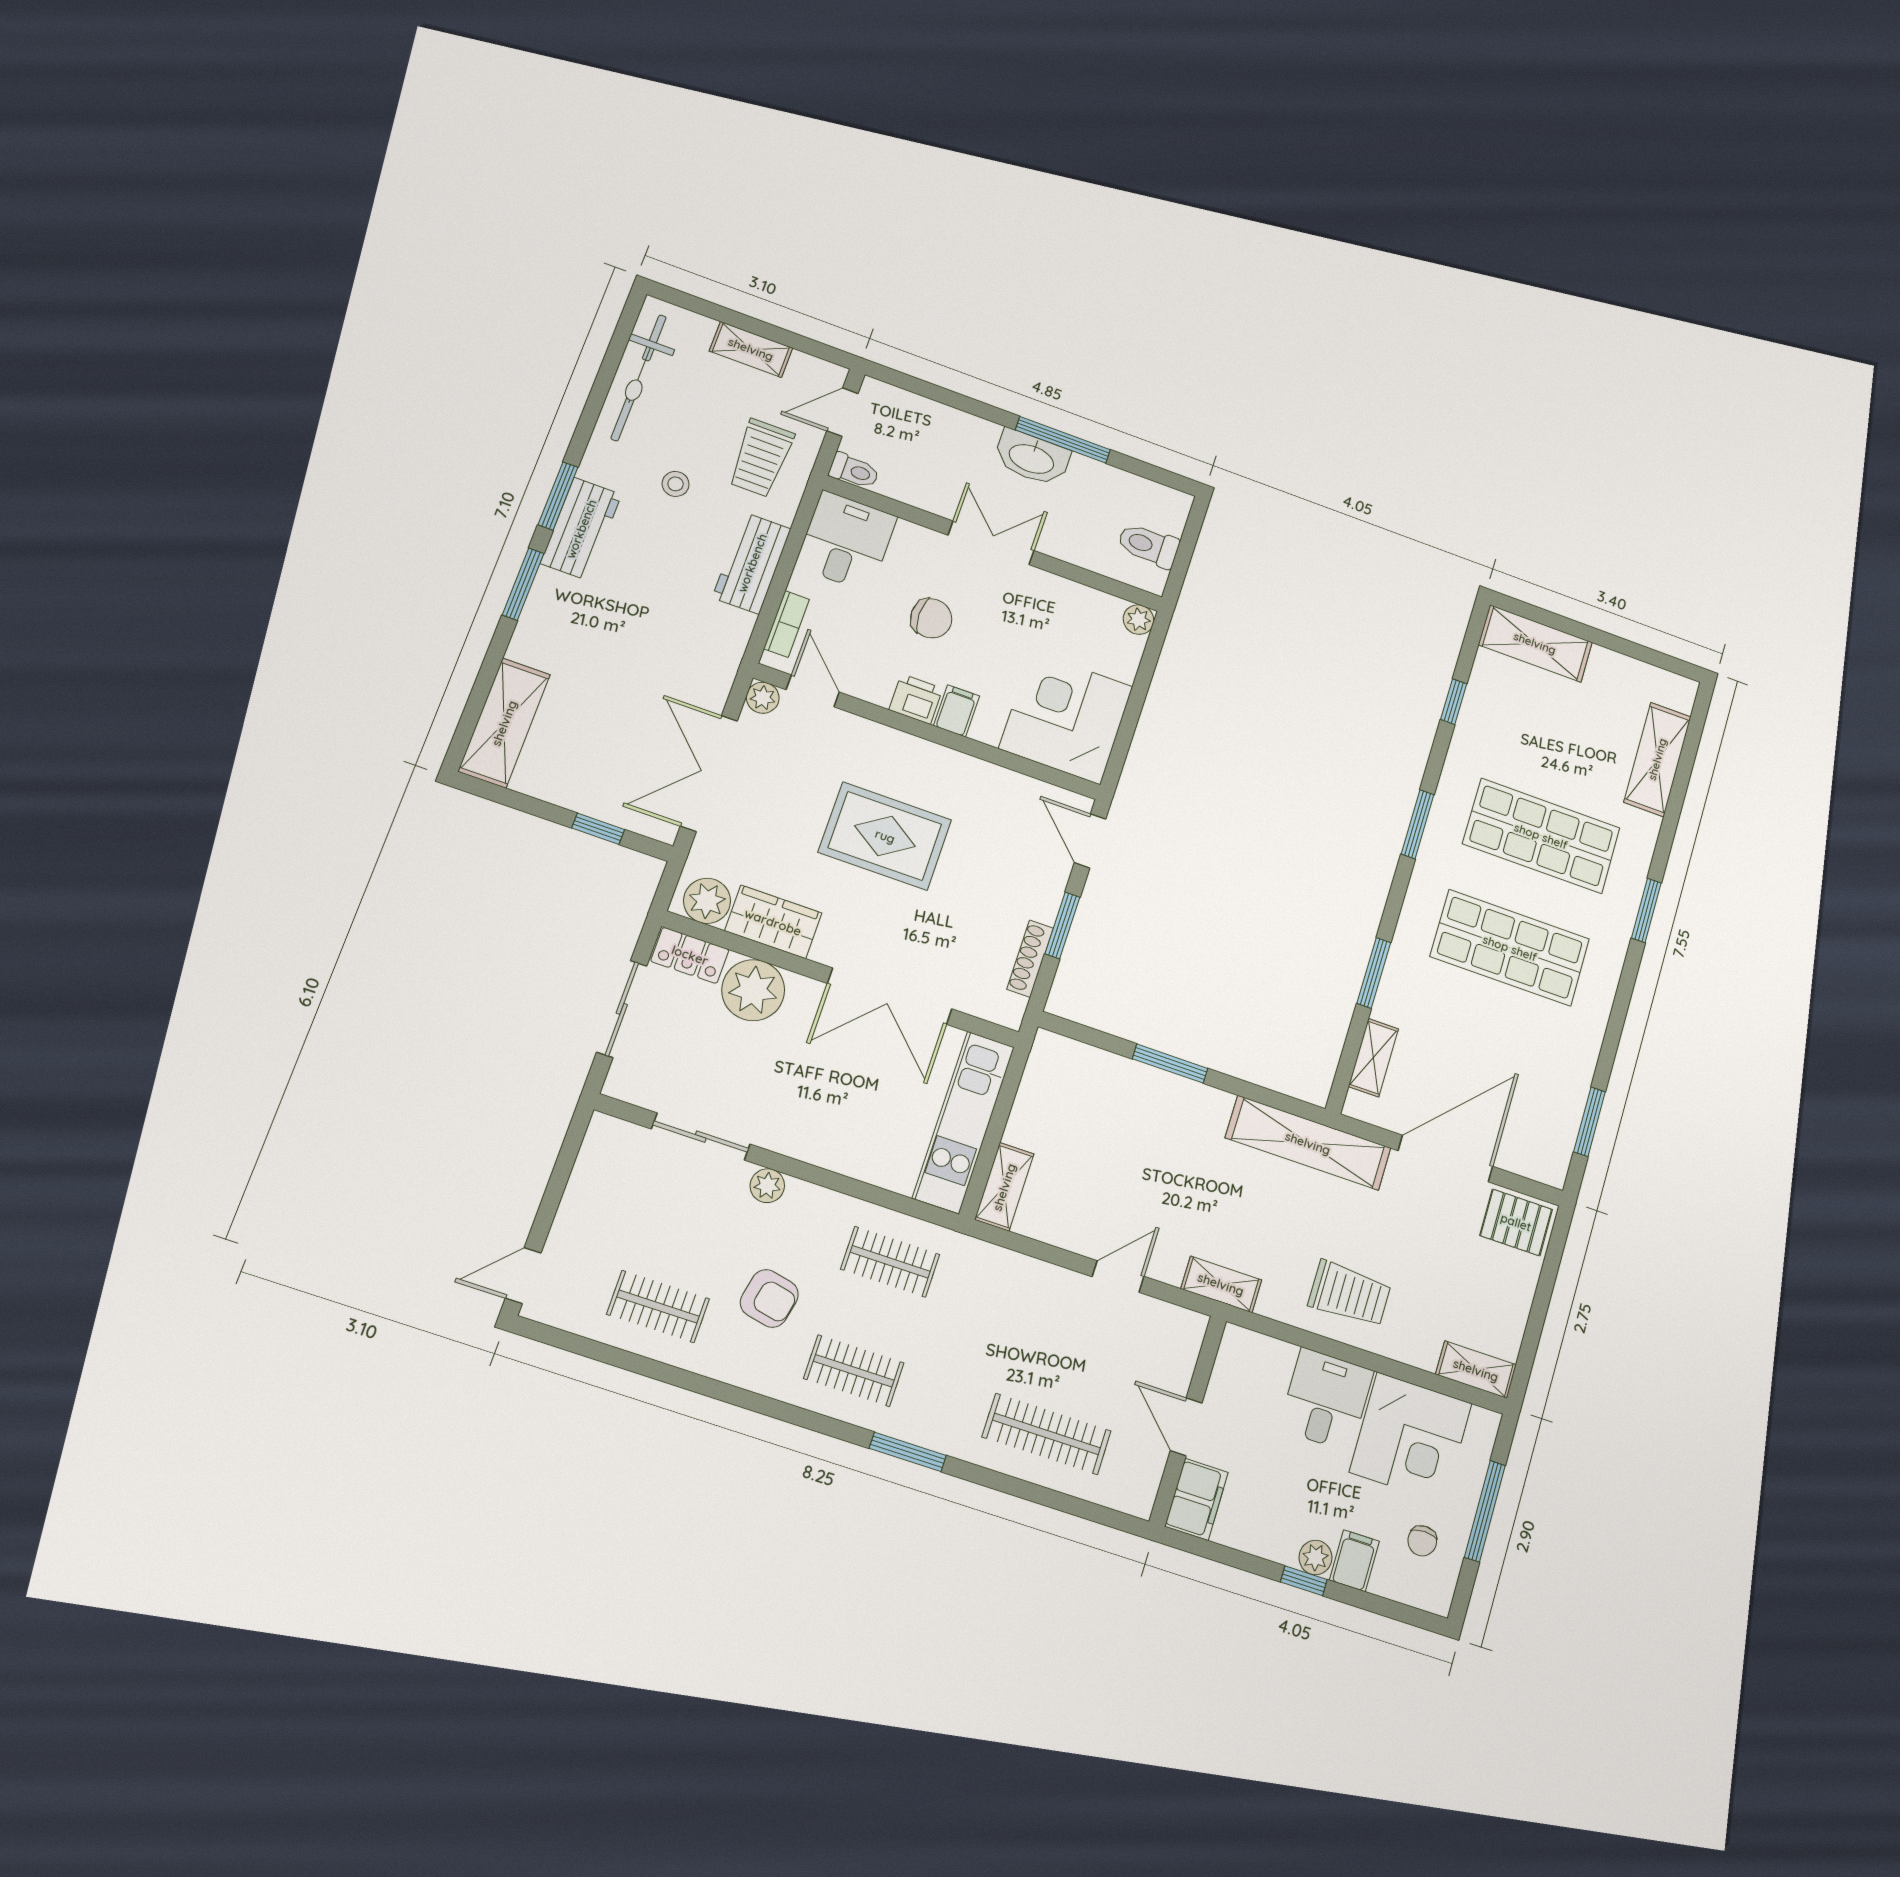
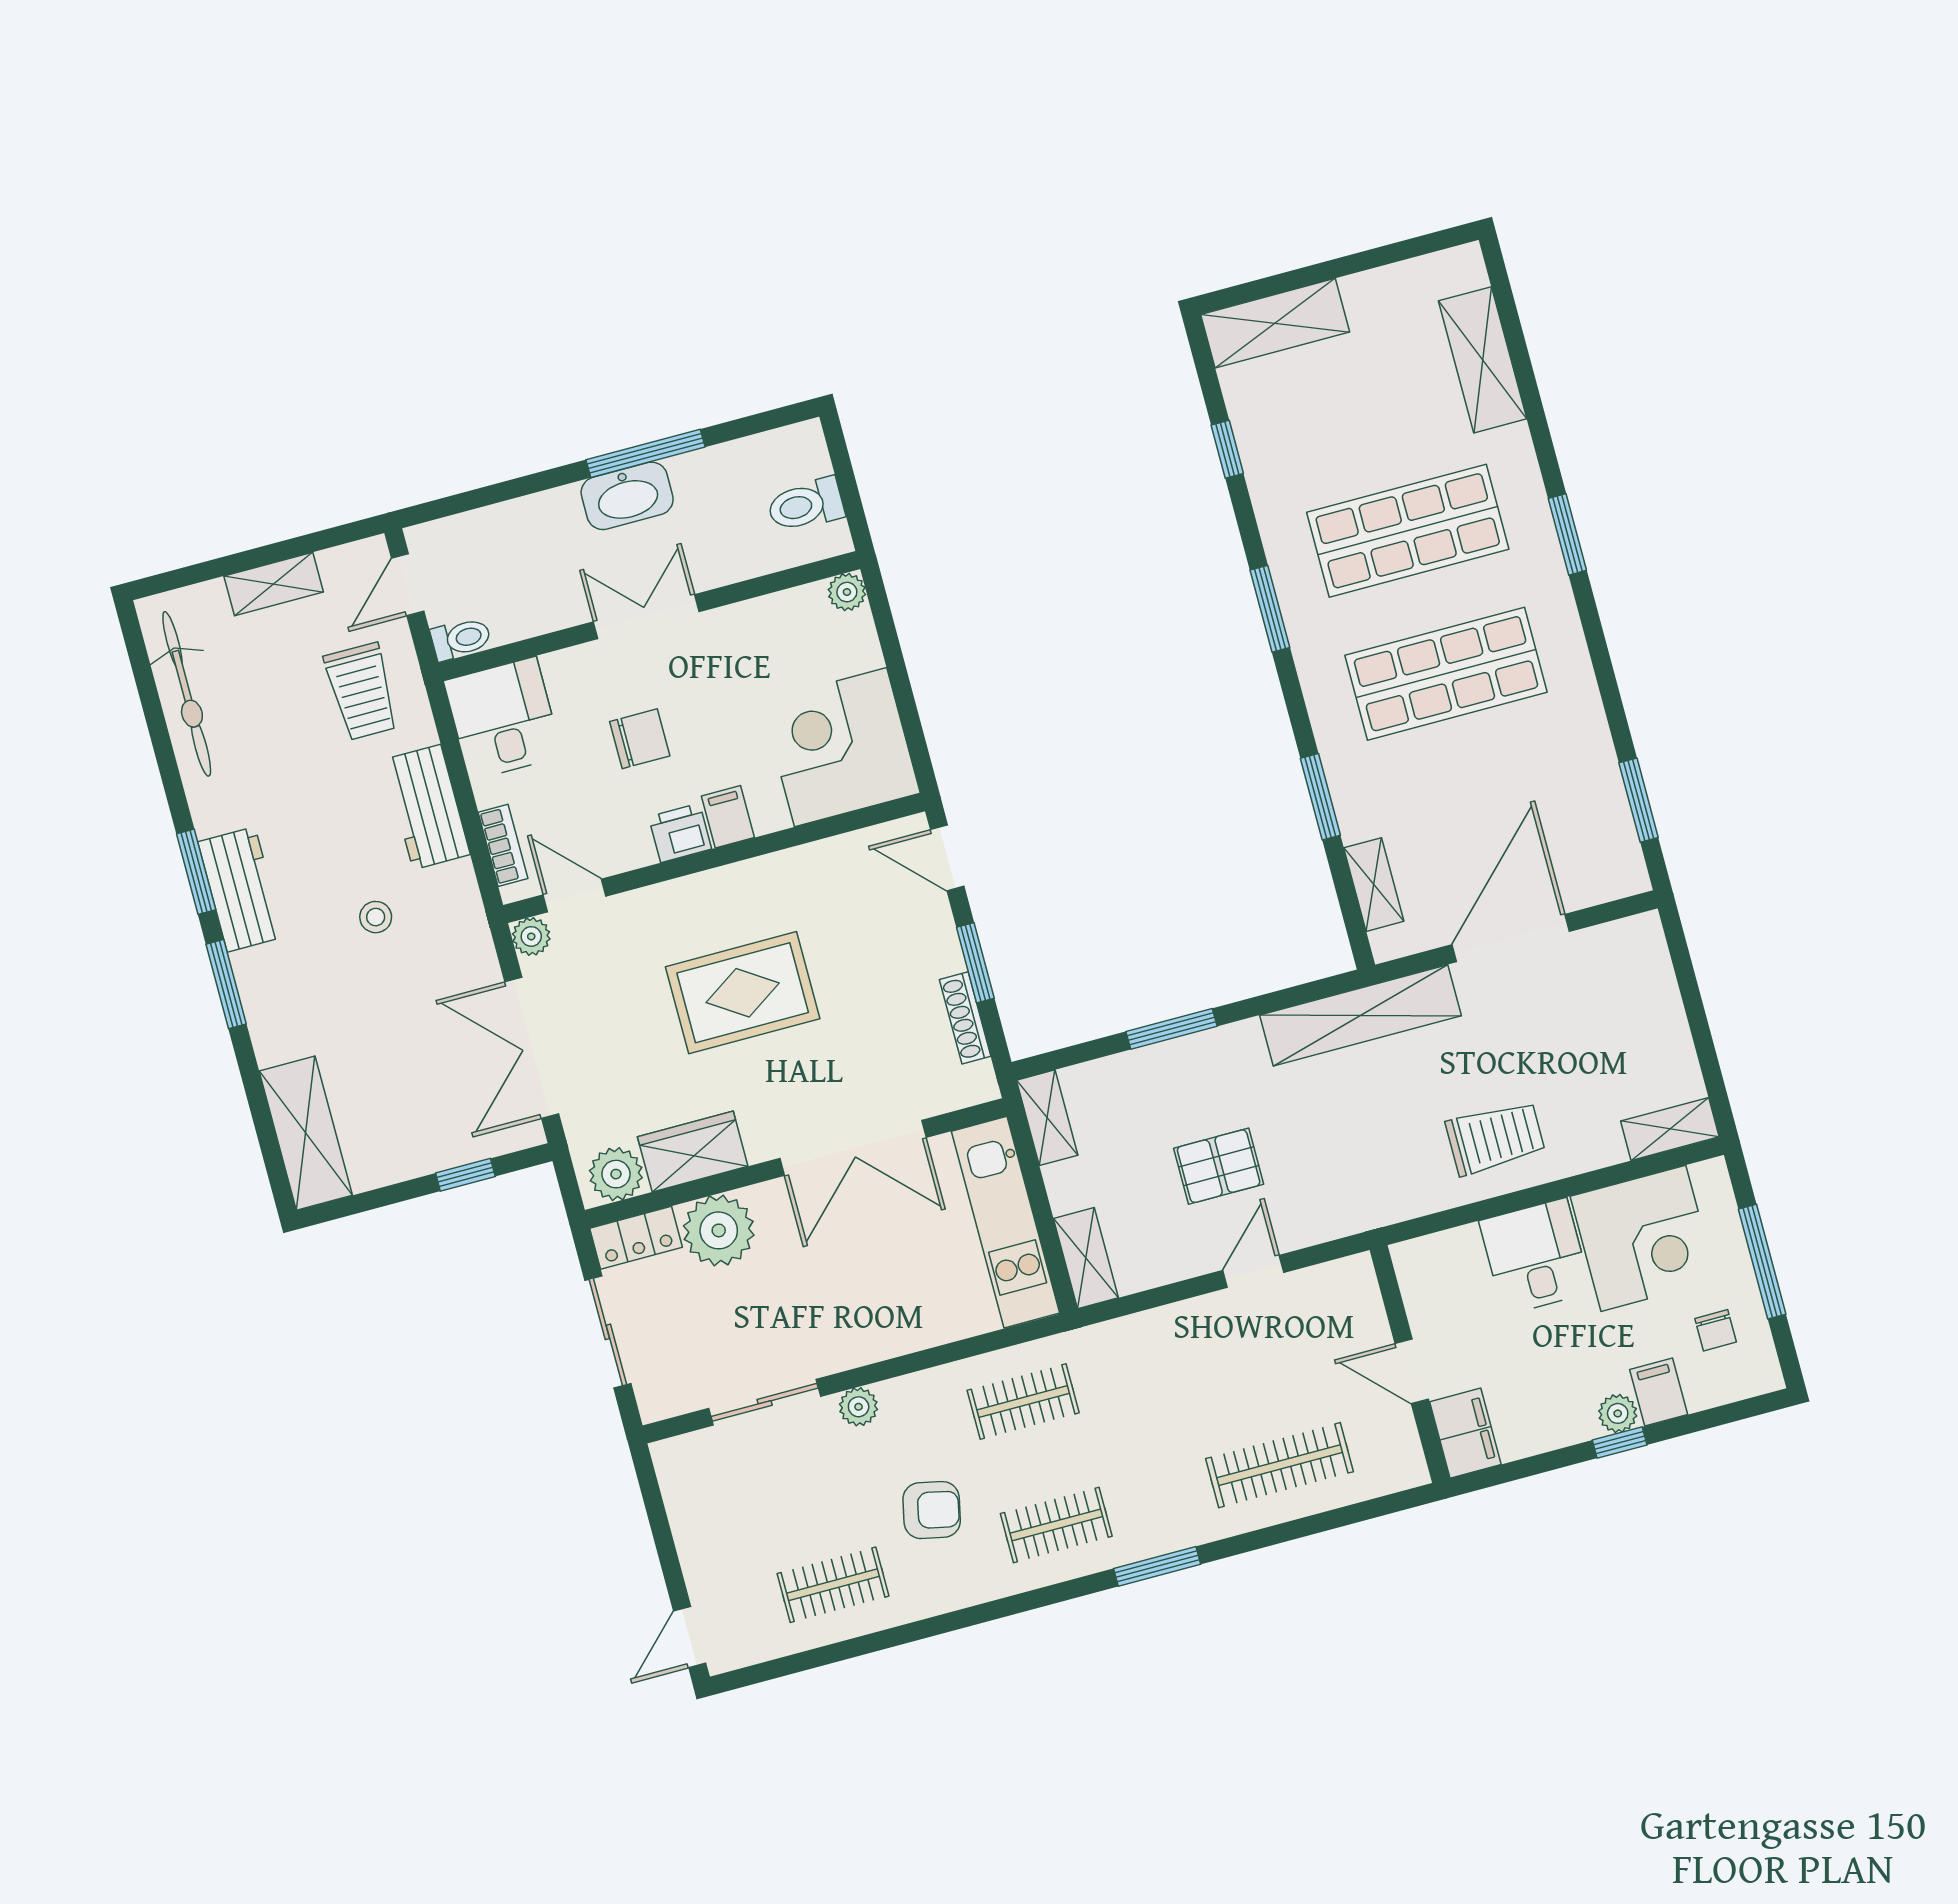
stool: (676, 484) -> (376, 917), moved
pallet: (1516, 1222) -> (1219, 1166), moved
shelving: (1221, 1284) -> (1047, 1118), moved, turned 90

